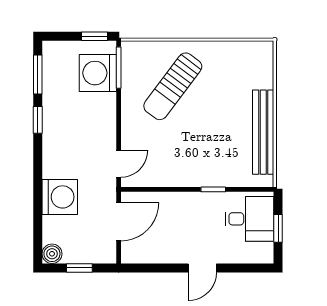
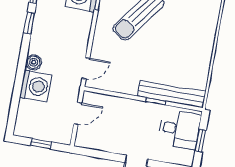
bench: (263, 132) -> (172, 94), moved, turned 90
door: (119, 222) -> (78, 113), width x0.73
boiler: (52, 254) -> (34, 62), moved

